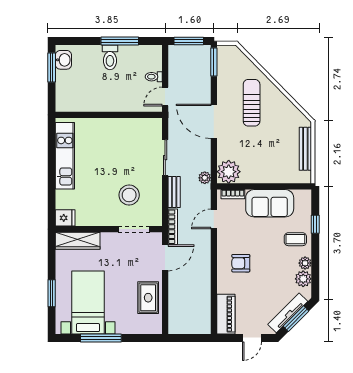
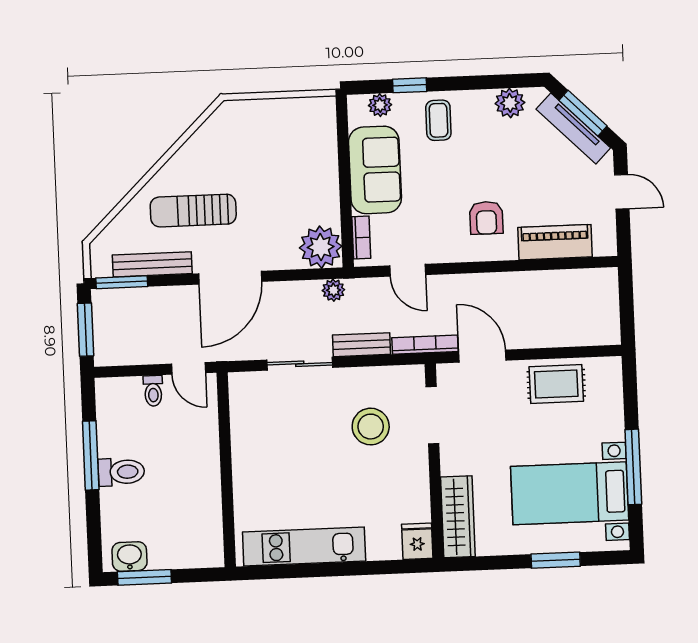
bench: (305, 149) -> (152, 264), moved
plant: (305, 263) -> (380, 105), moved
piano: (226, 314) -> (555, 242), moved

